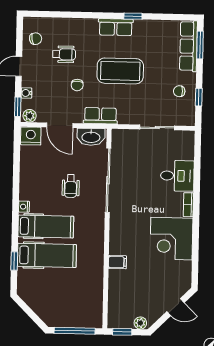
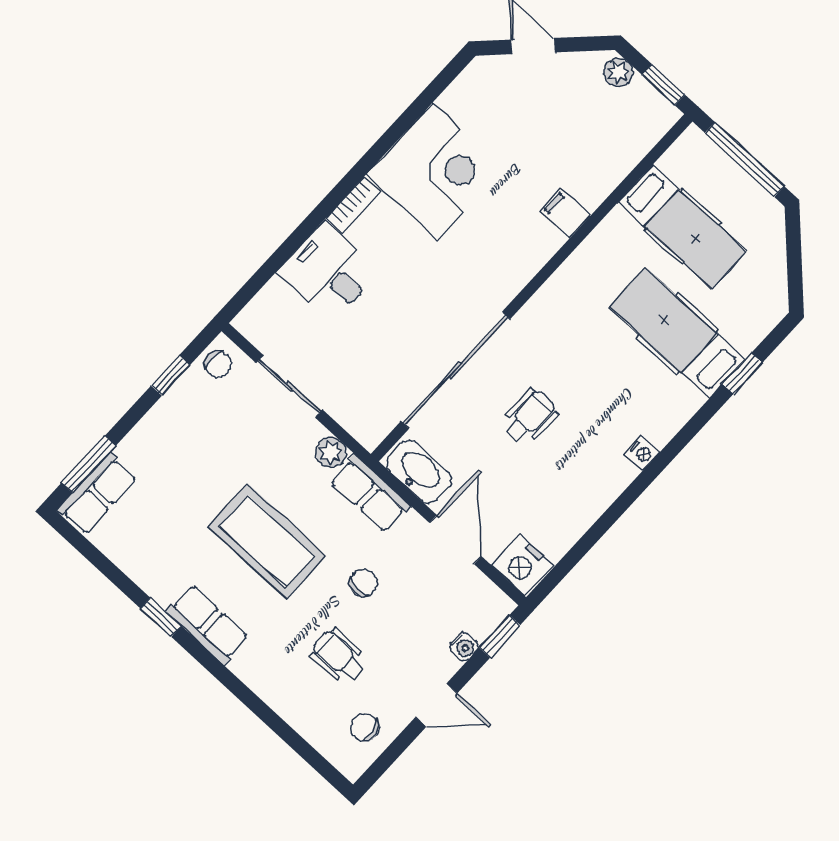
row of seats: (189, 46) -> (97, 494), width x0.68
chair: (179, 91) -> (218, 364), moved
plant: (30, 116) -> (331, 452), moved
hospital bed: (46, 226) -> (682, 227), moved, turned 180

